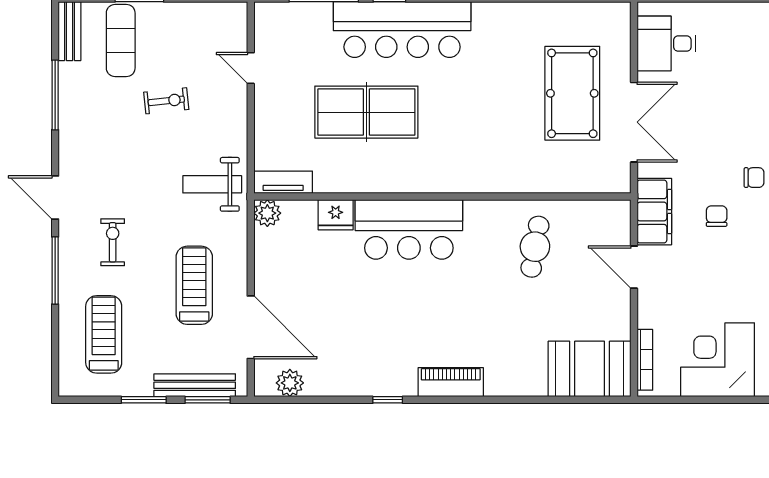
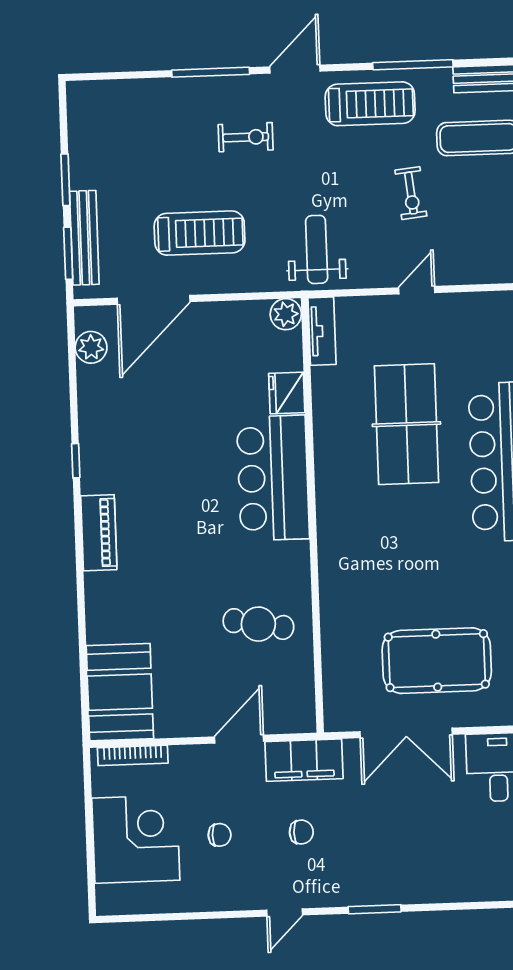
door: (251, 68) -> (417, 290), moved
chair: (754, 178) -> (220, 835), moved, turned -90
treadmill: (104, 334) -> (370, 104), moved

